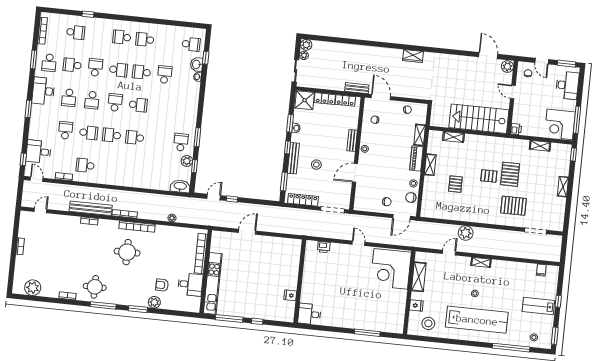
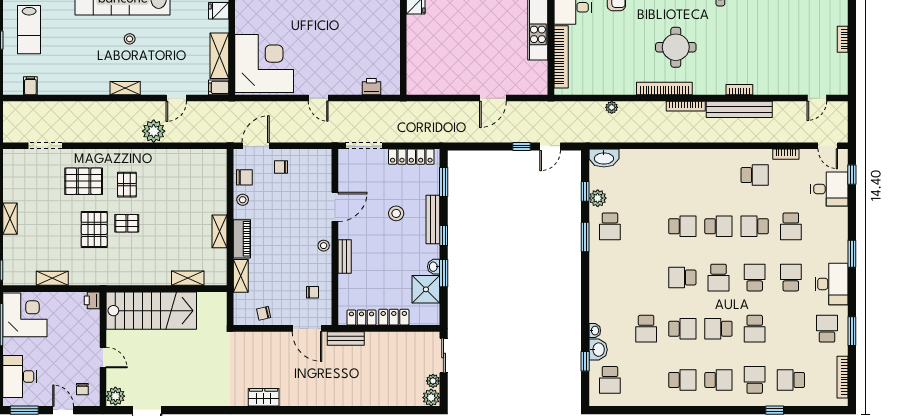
school desk: (191, 44) -> (610, 380), turned -90
school desk: (72, 65) -> (755, 380), moved, turned -90
shower: (305, 100) -> (426, 289), moved
pallet: (455, 184) -> (127, 185), moved
filing cabinet: (421, 257) -> (219, 87), added
lab bench: (538, 306) -> (29, 30), turned 90

